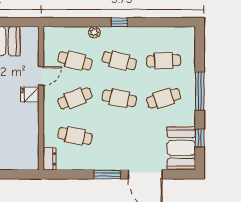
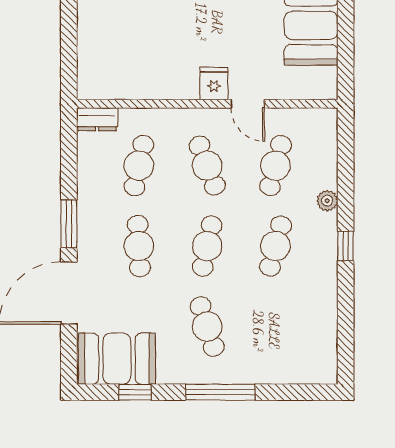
cafe table: (164, 61) -> (139, 246), moved

